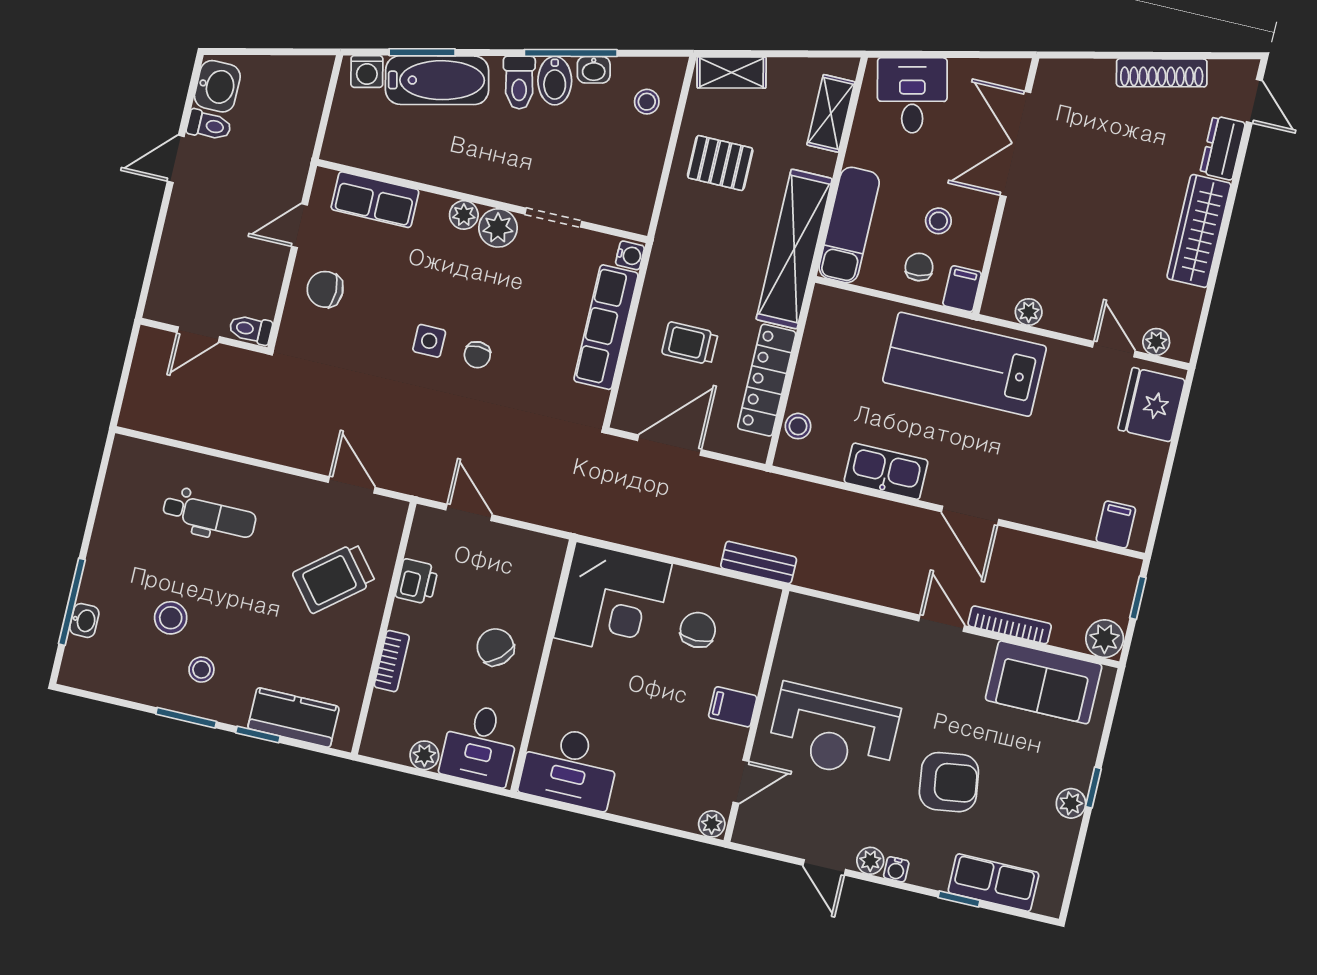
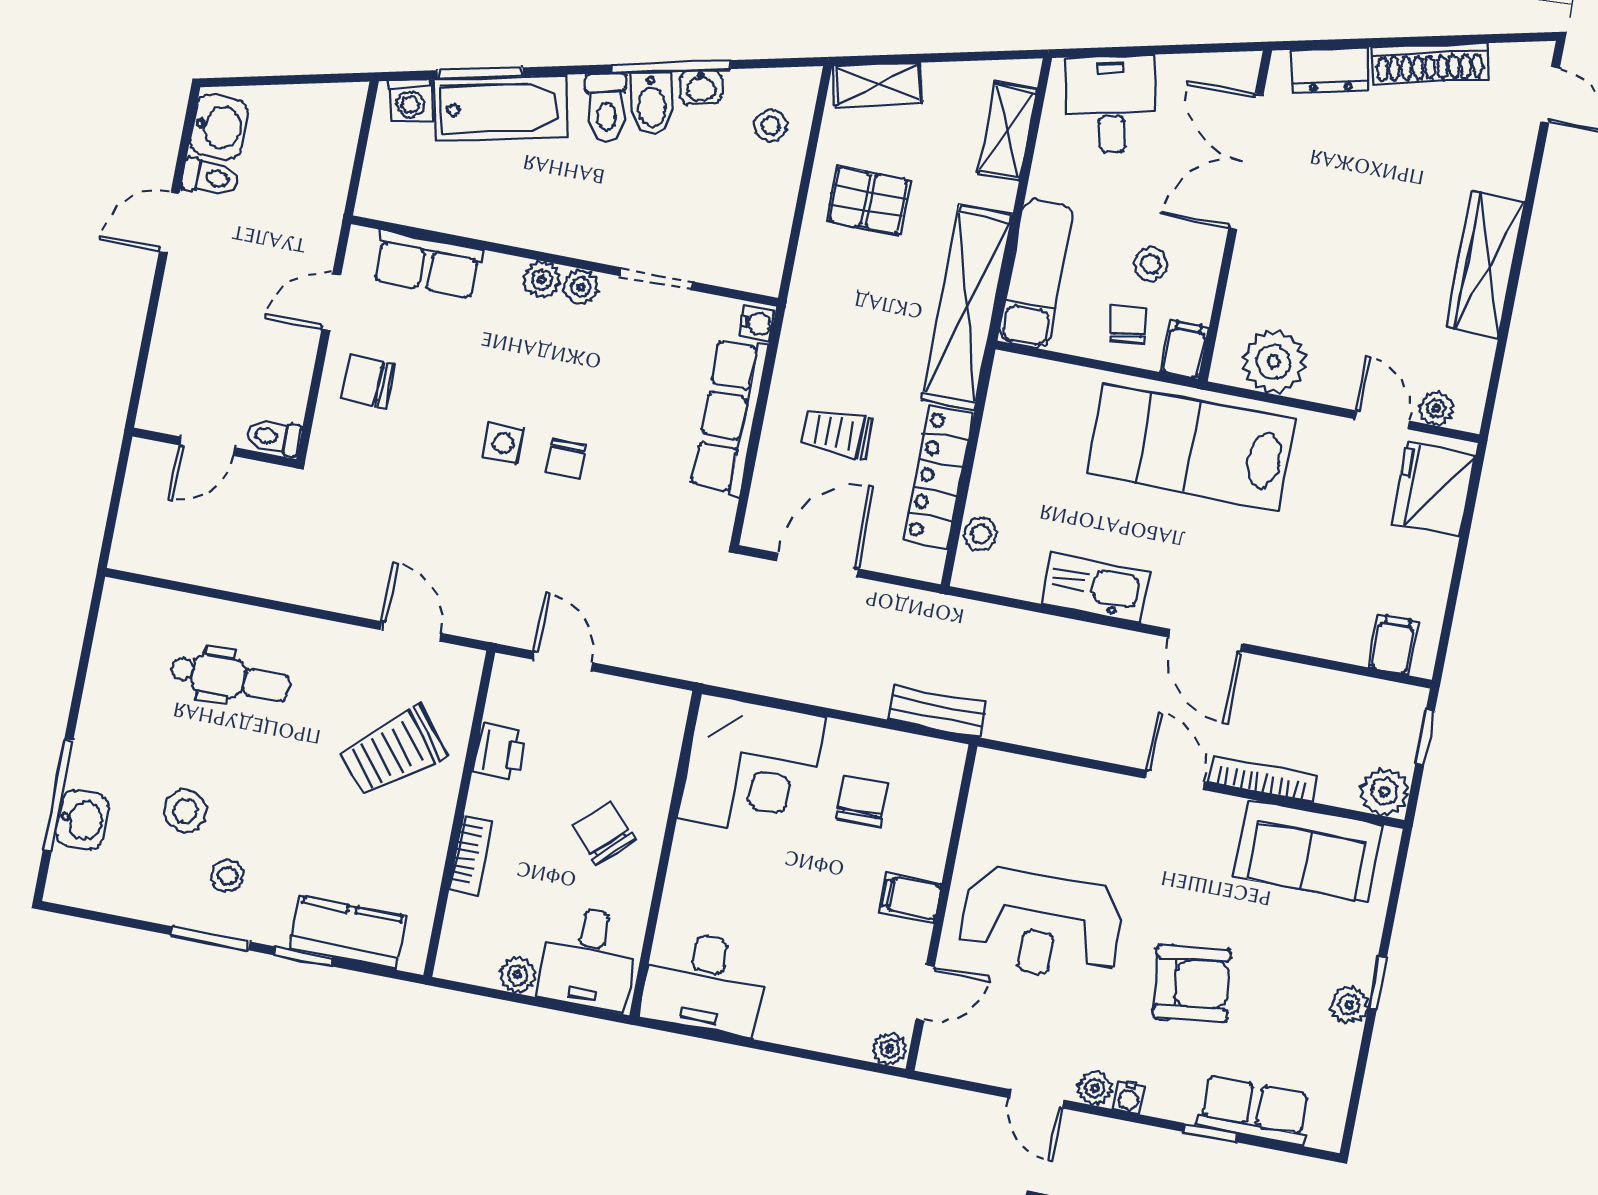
dresser: (1223, 148) -> (1330, 70), moved, turned -103
plant: (498, 228) -> (581, 287), width x0.73, depth x0.73
plant: (1029, 312) -> (1274, 362), width x1.87, depth x1.87
washbasin: (84, 620) -> (82, 820), width x1.38, depth x1.45

